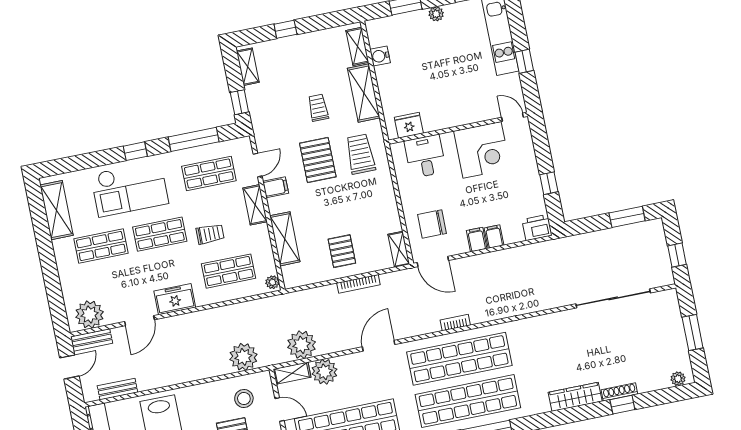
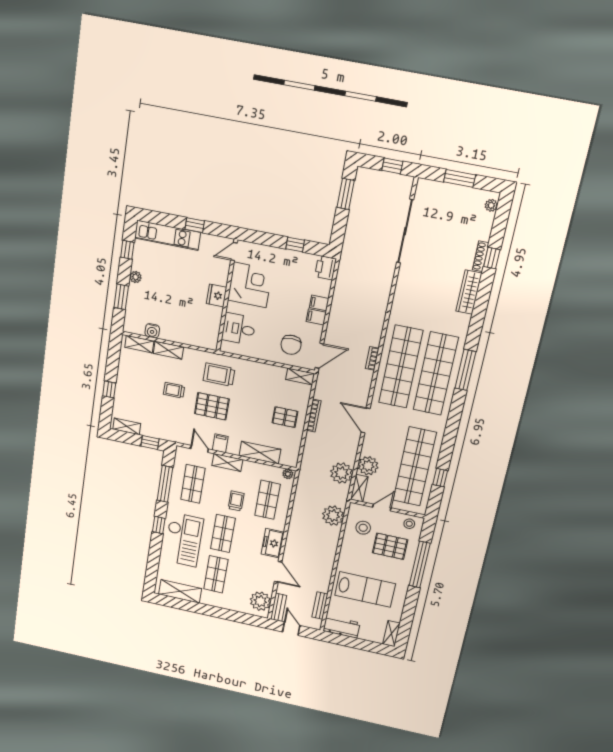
shelving: (364, 93) -> (168, 350), width x0.67, depth x0.75
fridge: (409, 125) -> (217, 295), moved

